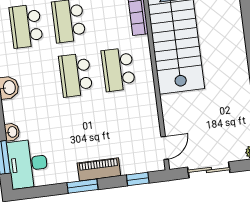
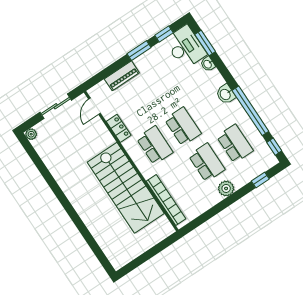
locker: (150, 109) -> (119, 128), added
piano: (99, 169) -> (122, 76), moved
window: (138, 179) -> (164, 34), moved

